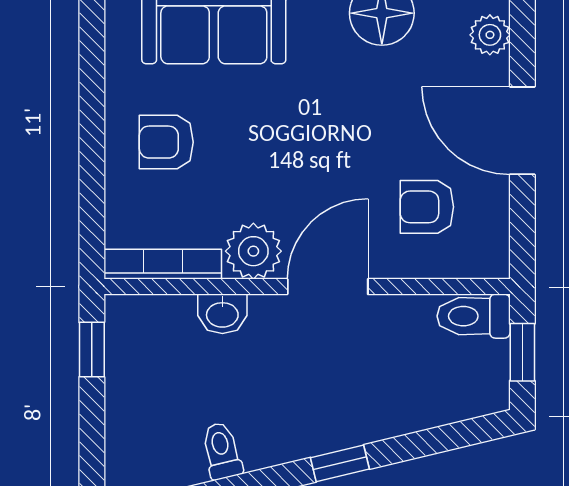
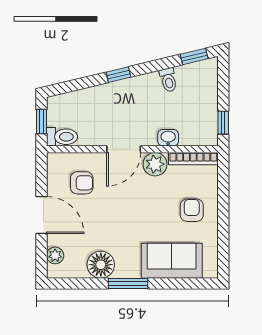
armchair: (166, 142) -> (192, 210), turned -90

